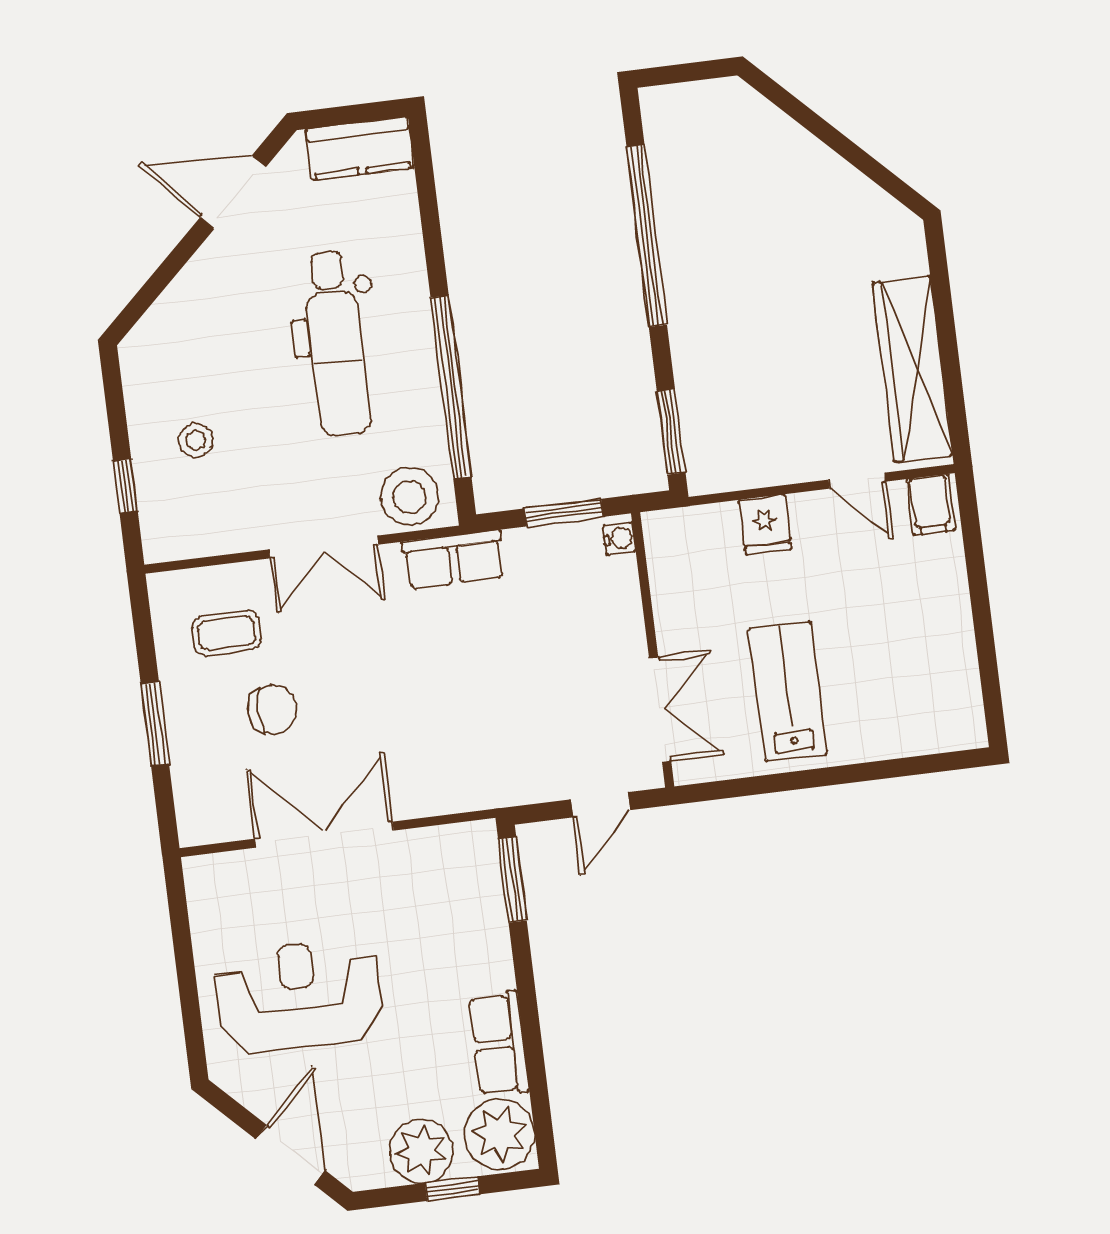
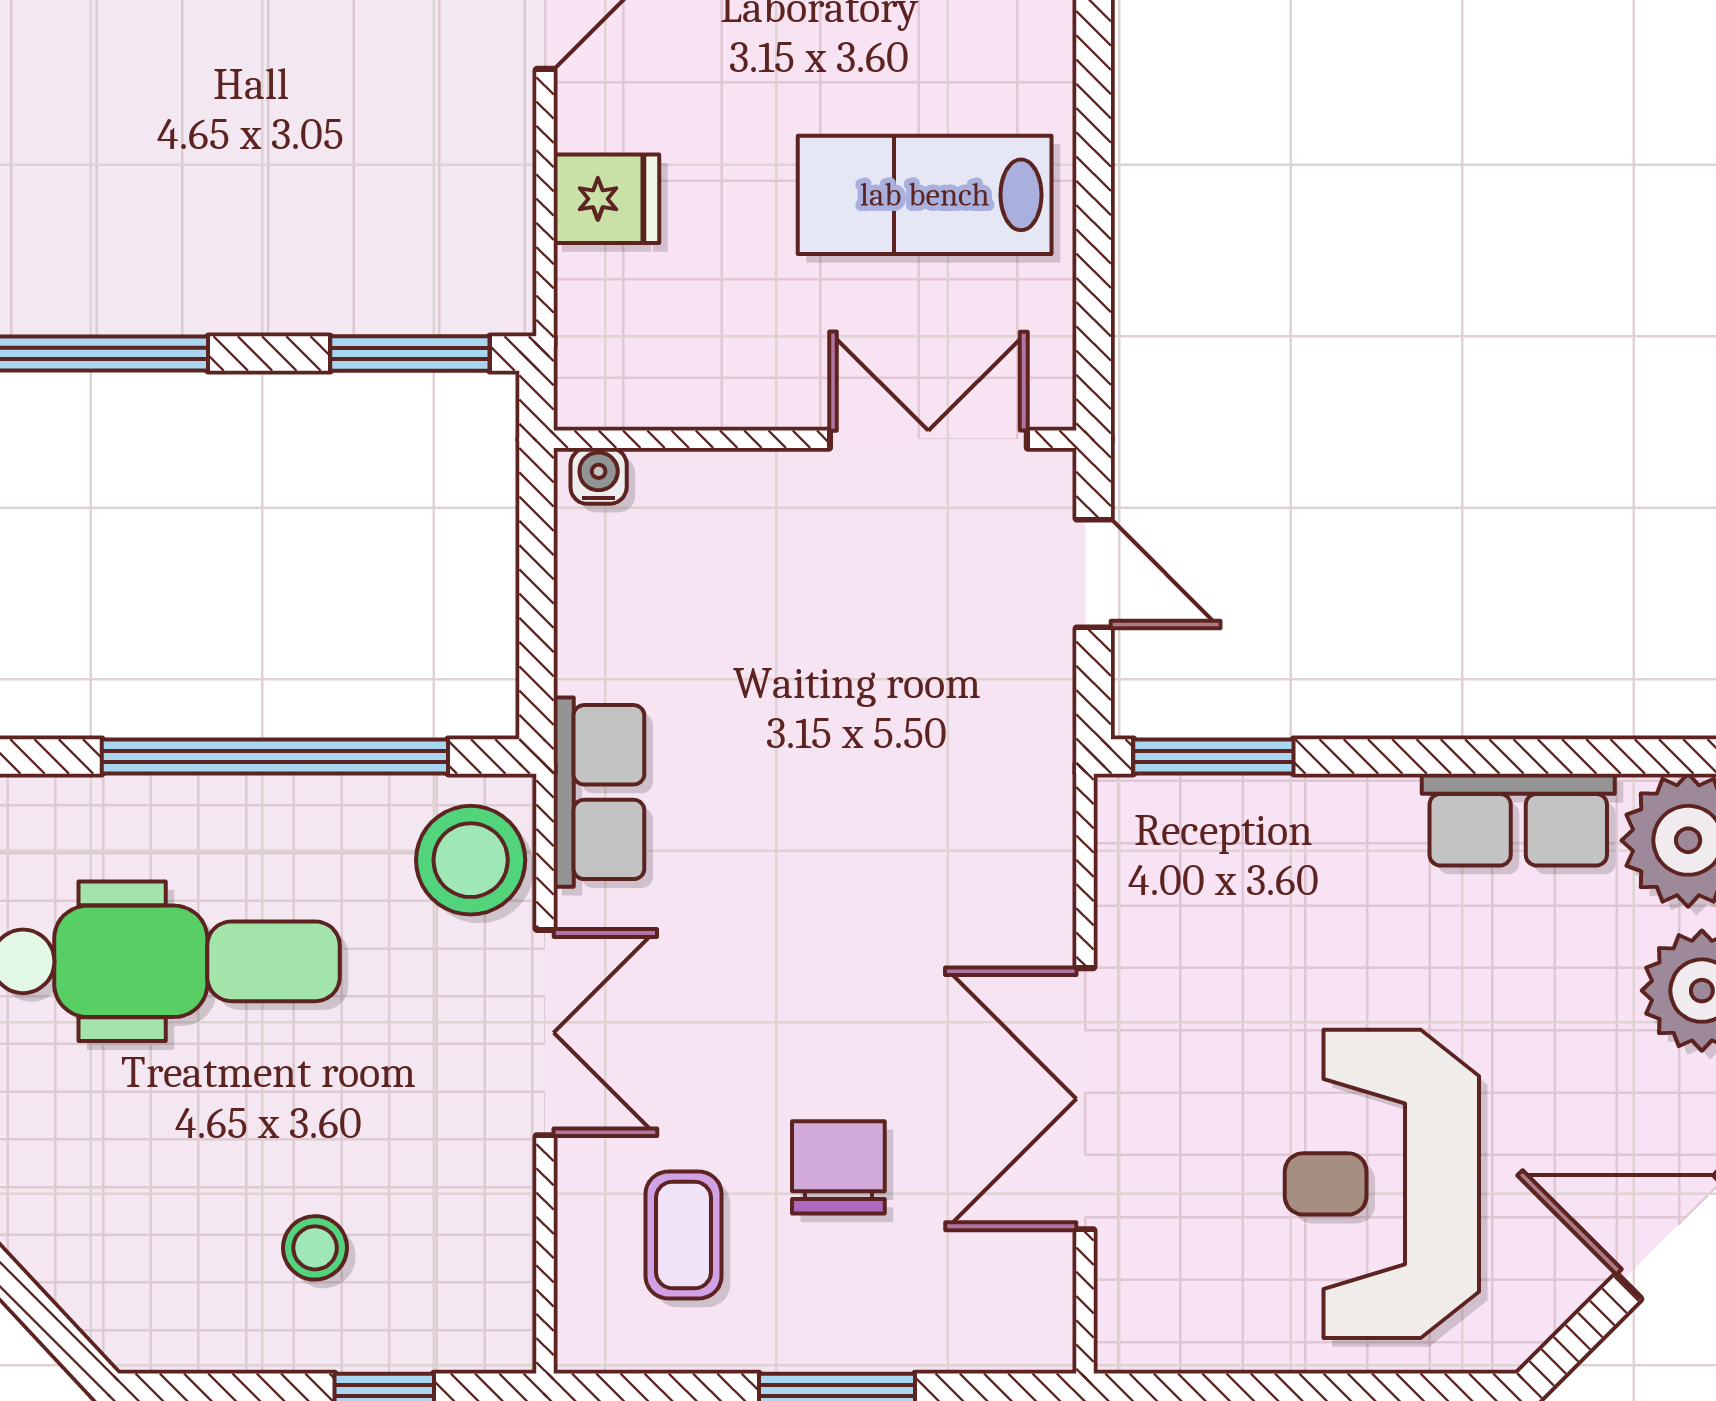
window: (564, 513) -> (536, 574), removed

